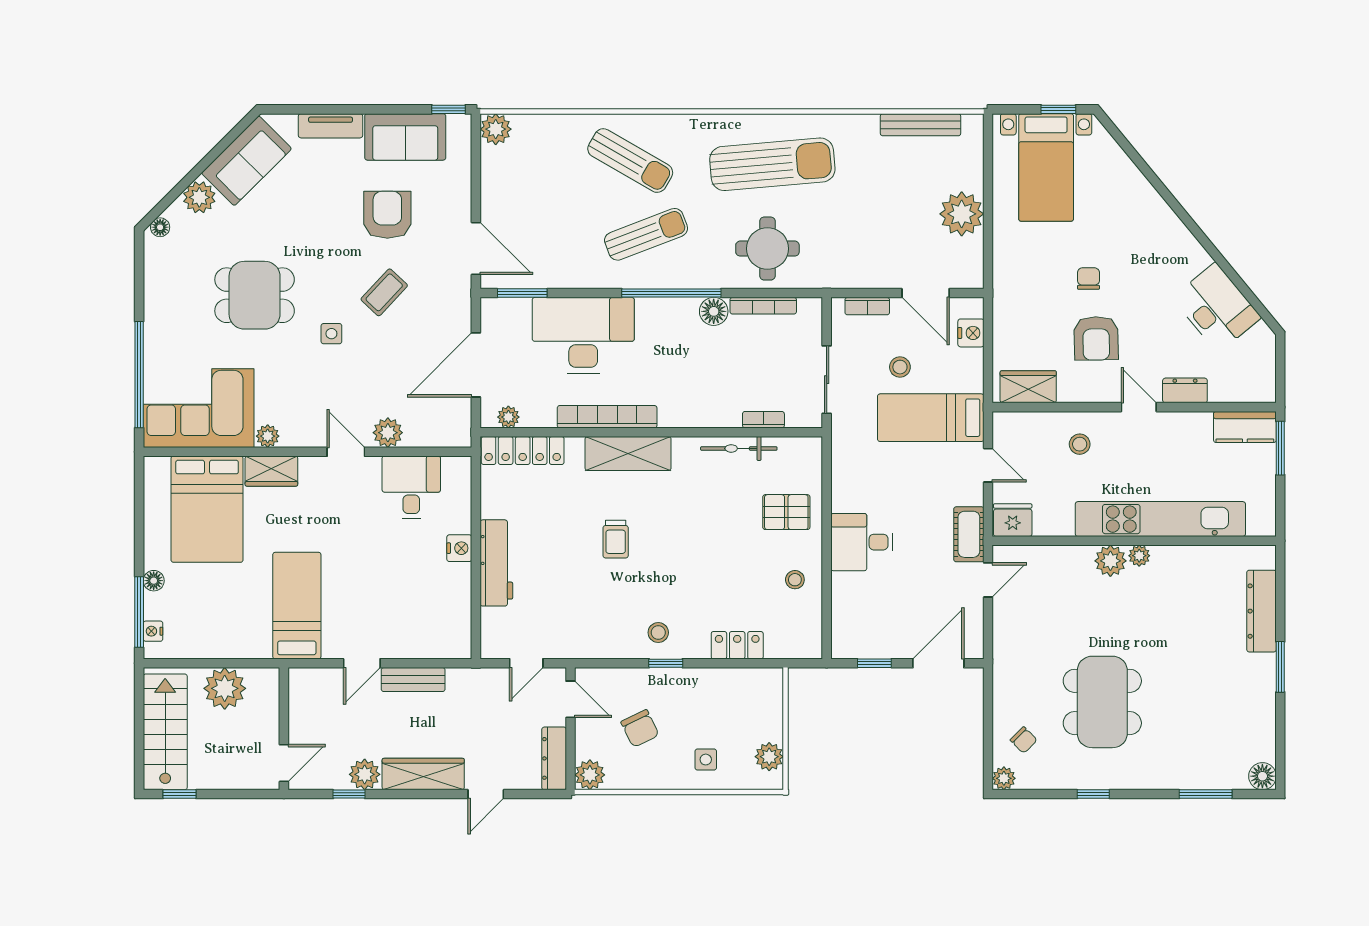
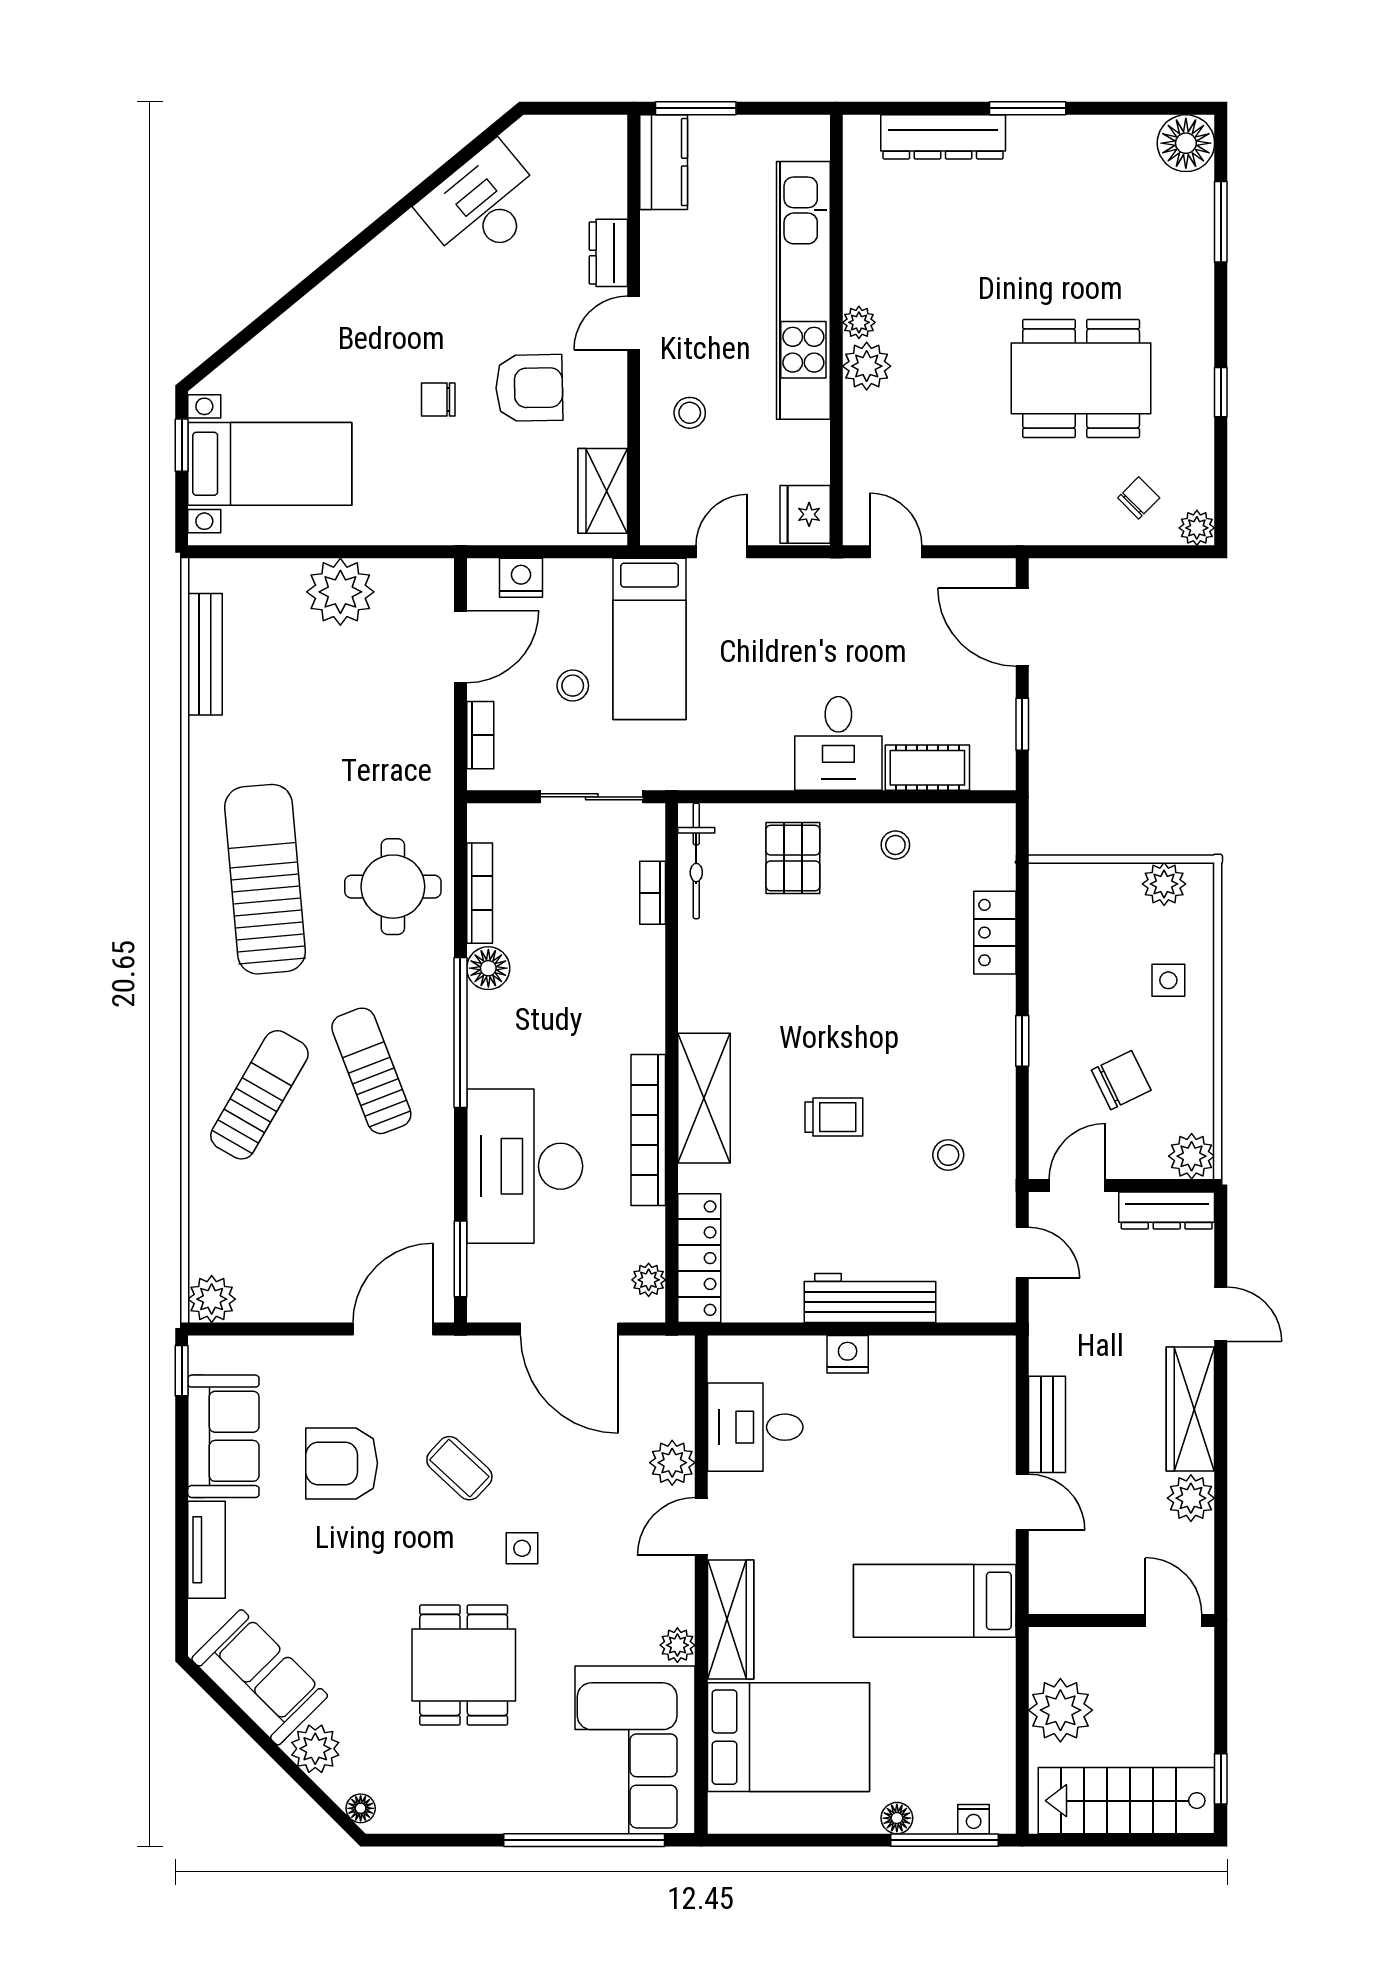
bicycle: (739, 448) -> (696, 861), moved
wardrobe: (271, 471) -> (731, 1620), width x1.50
cot: (969, 534) -> (927, 768), moved
stool: (658, 633) -> (948, 1155), moved
floor lamp: (1262, 776) -> (1186, 143), width x1.38, depth x1.38
window: (349, 794) -> (1221, 1522), removed

